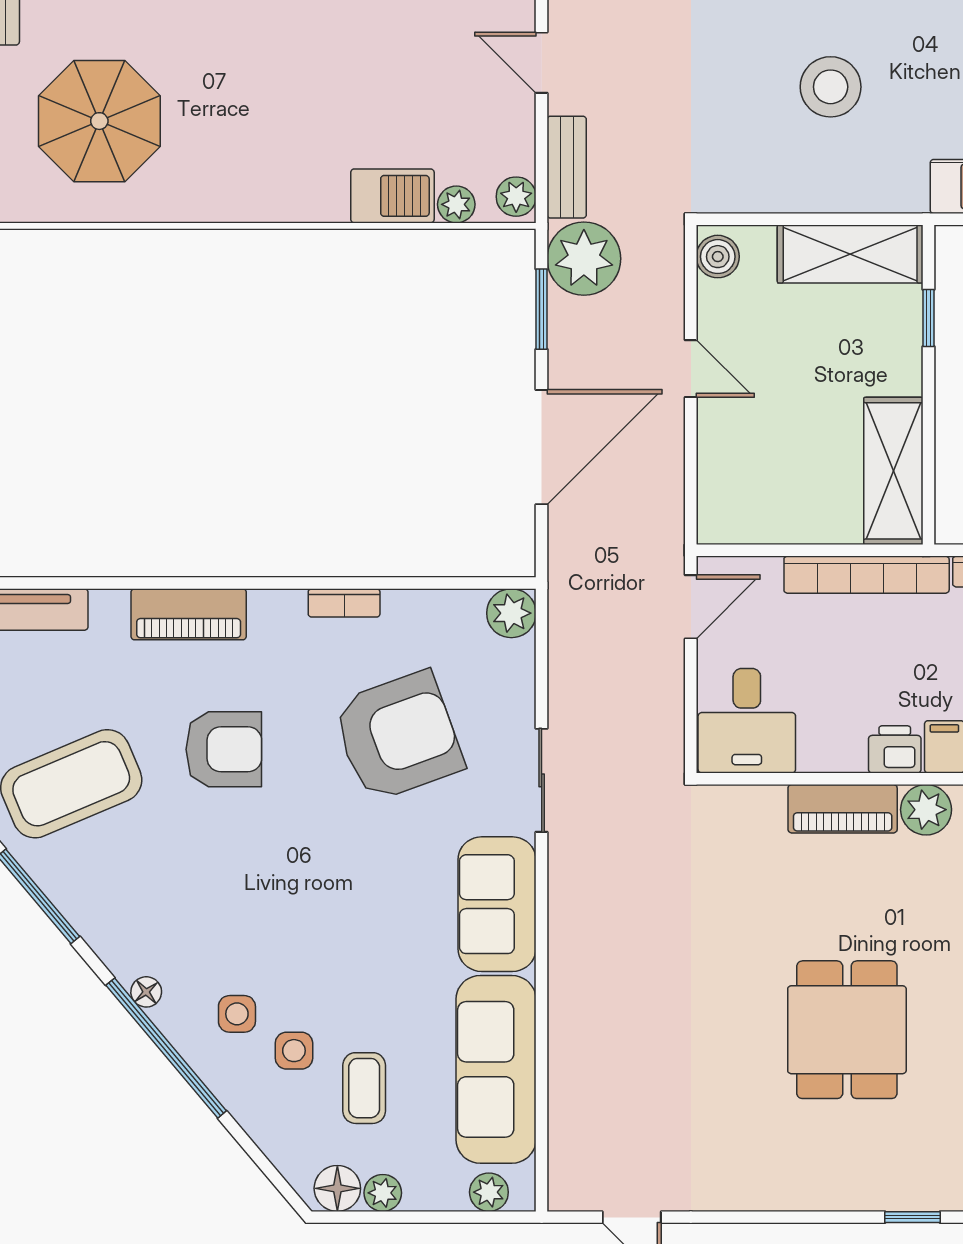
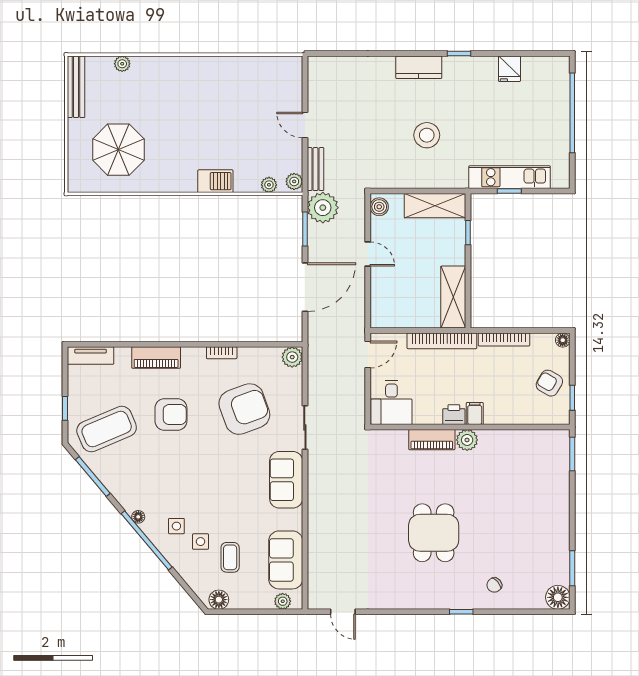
barbecue: (392, 196) -> (215, 181), moved
sofa: (496, 1069) -> (286, 560), width x0.73
plant: (383, 1193) -> (238, 602), removed

